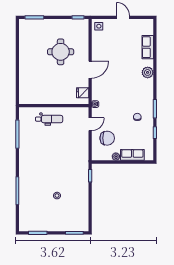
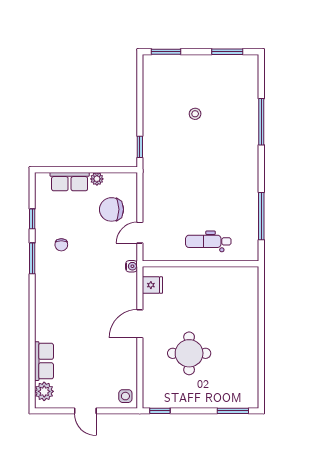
plant: (148, 72) -> (44, 391), moved

